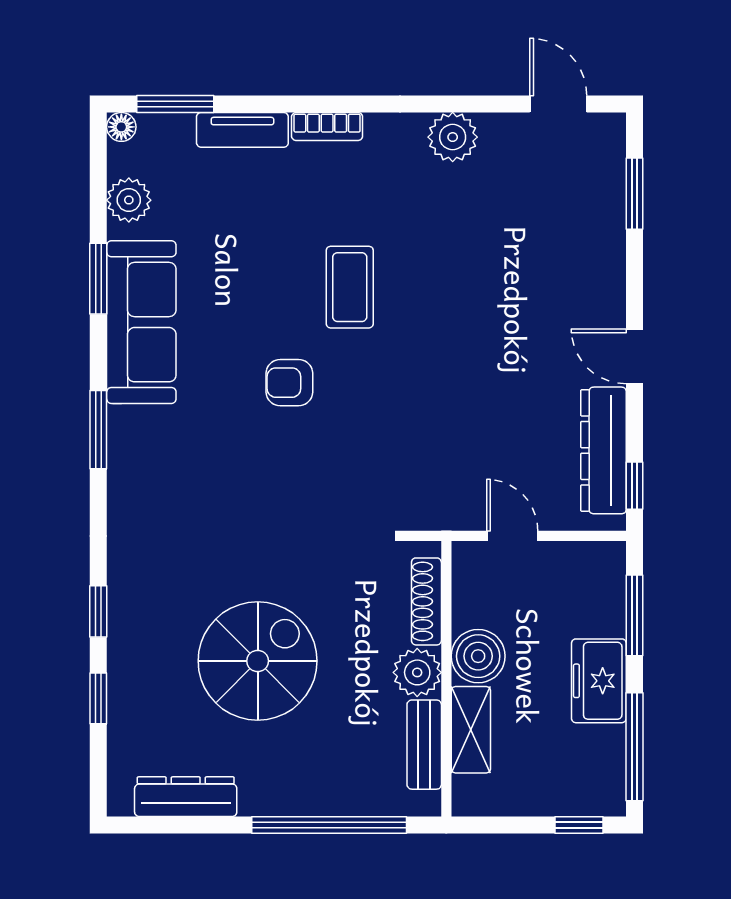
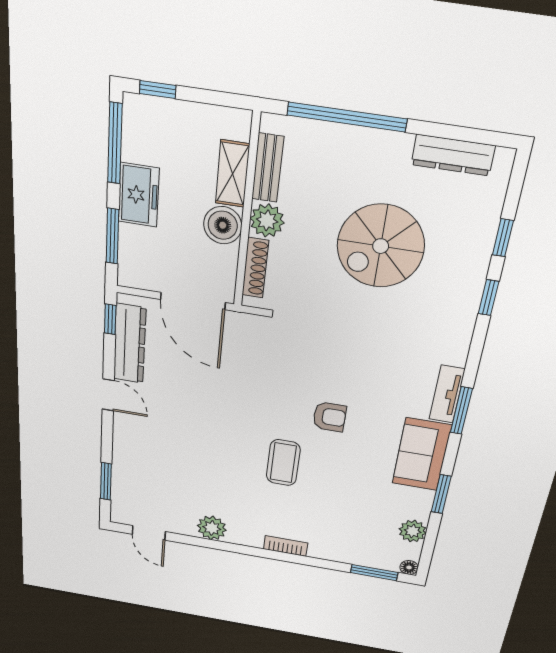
tv unit: (242, 130) -> (447, 394), moved, turned -90
sofa: (141, 322) -> (422, 455), width x0.73
door: (512, 536) -> (193, 301), width x1.88

